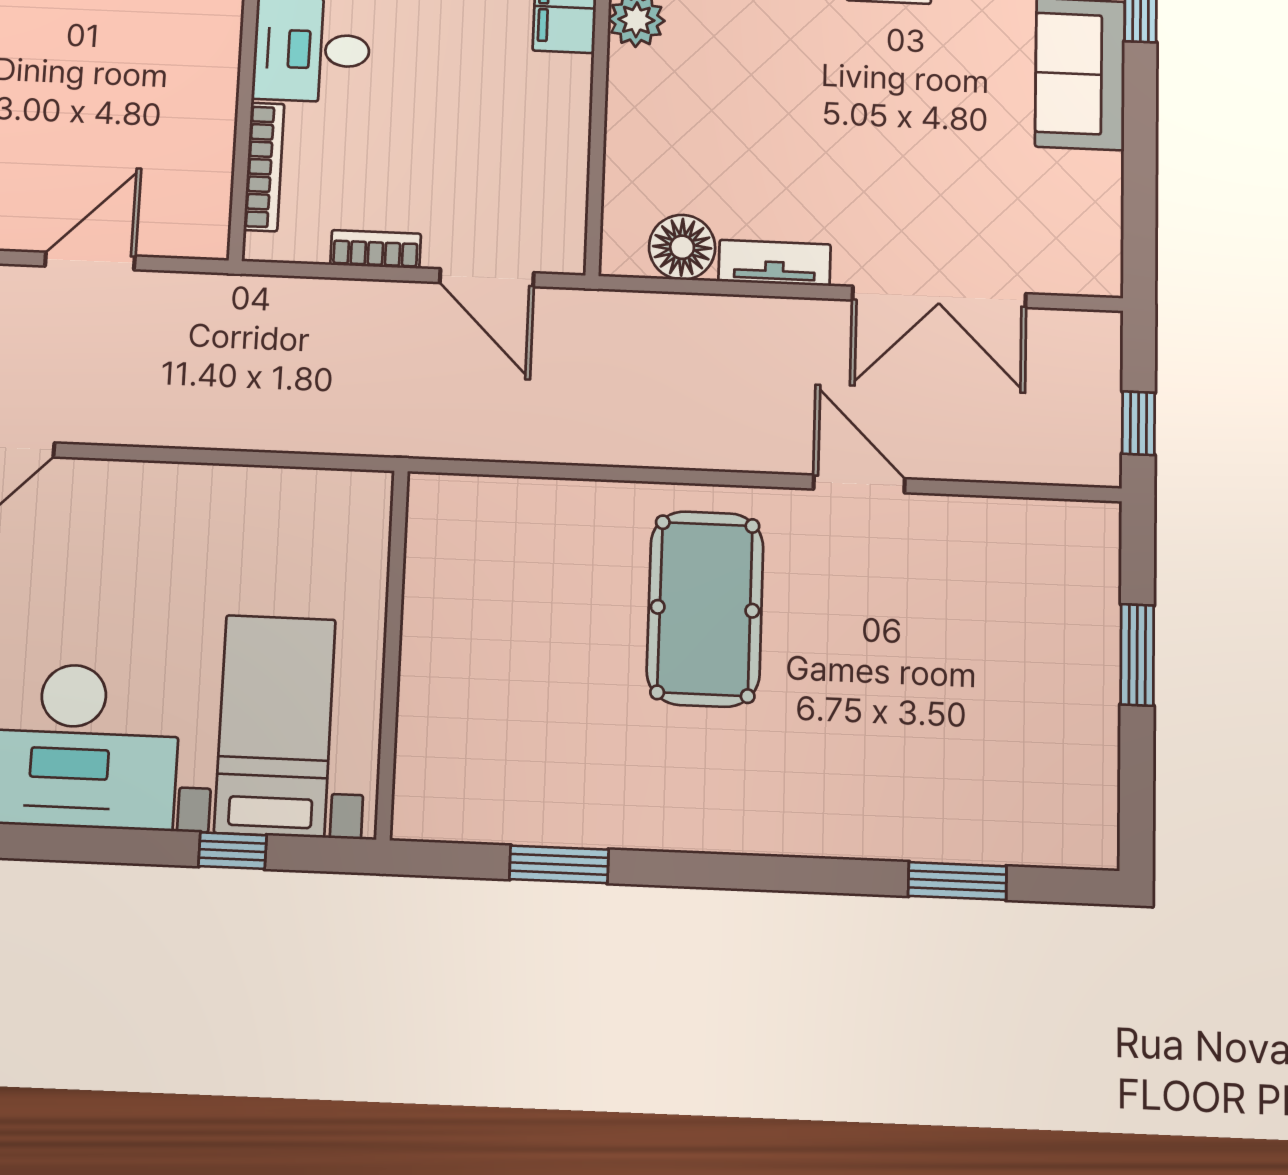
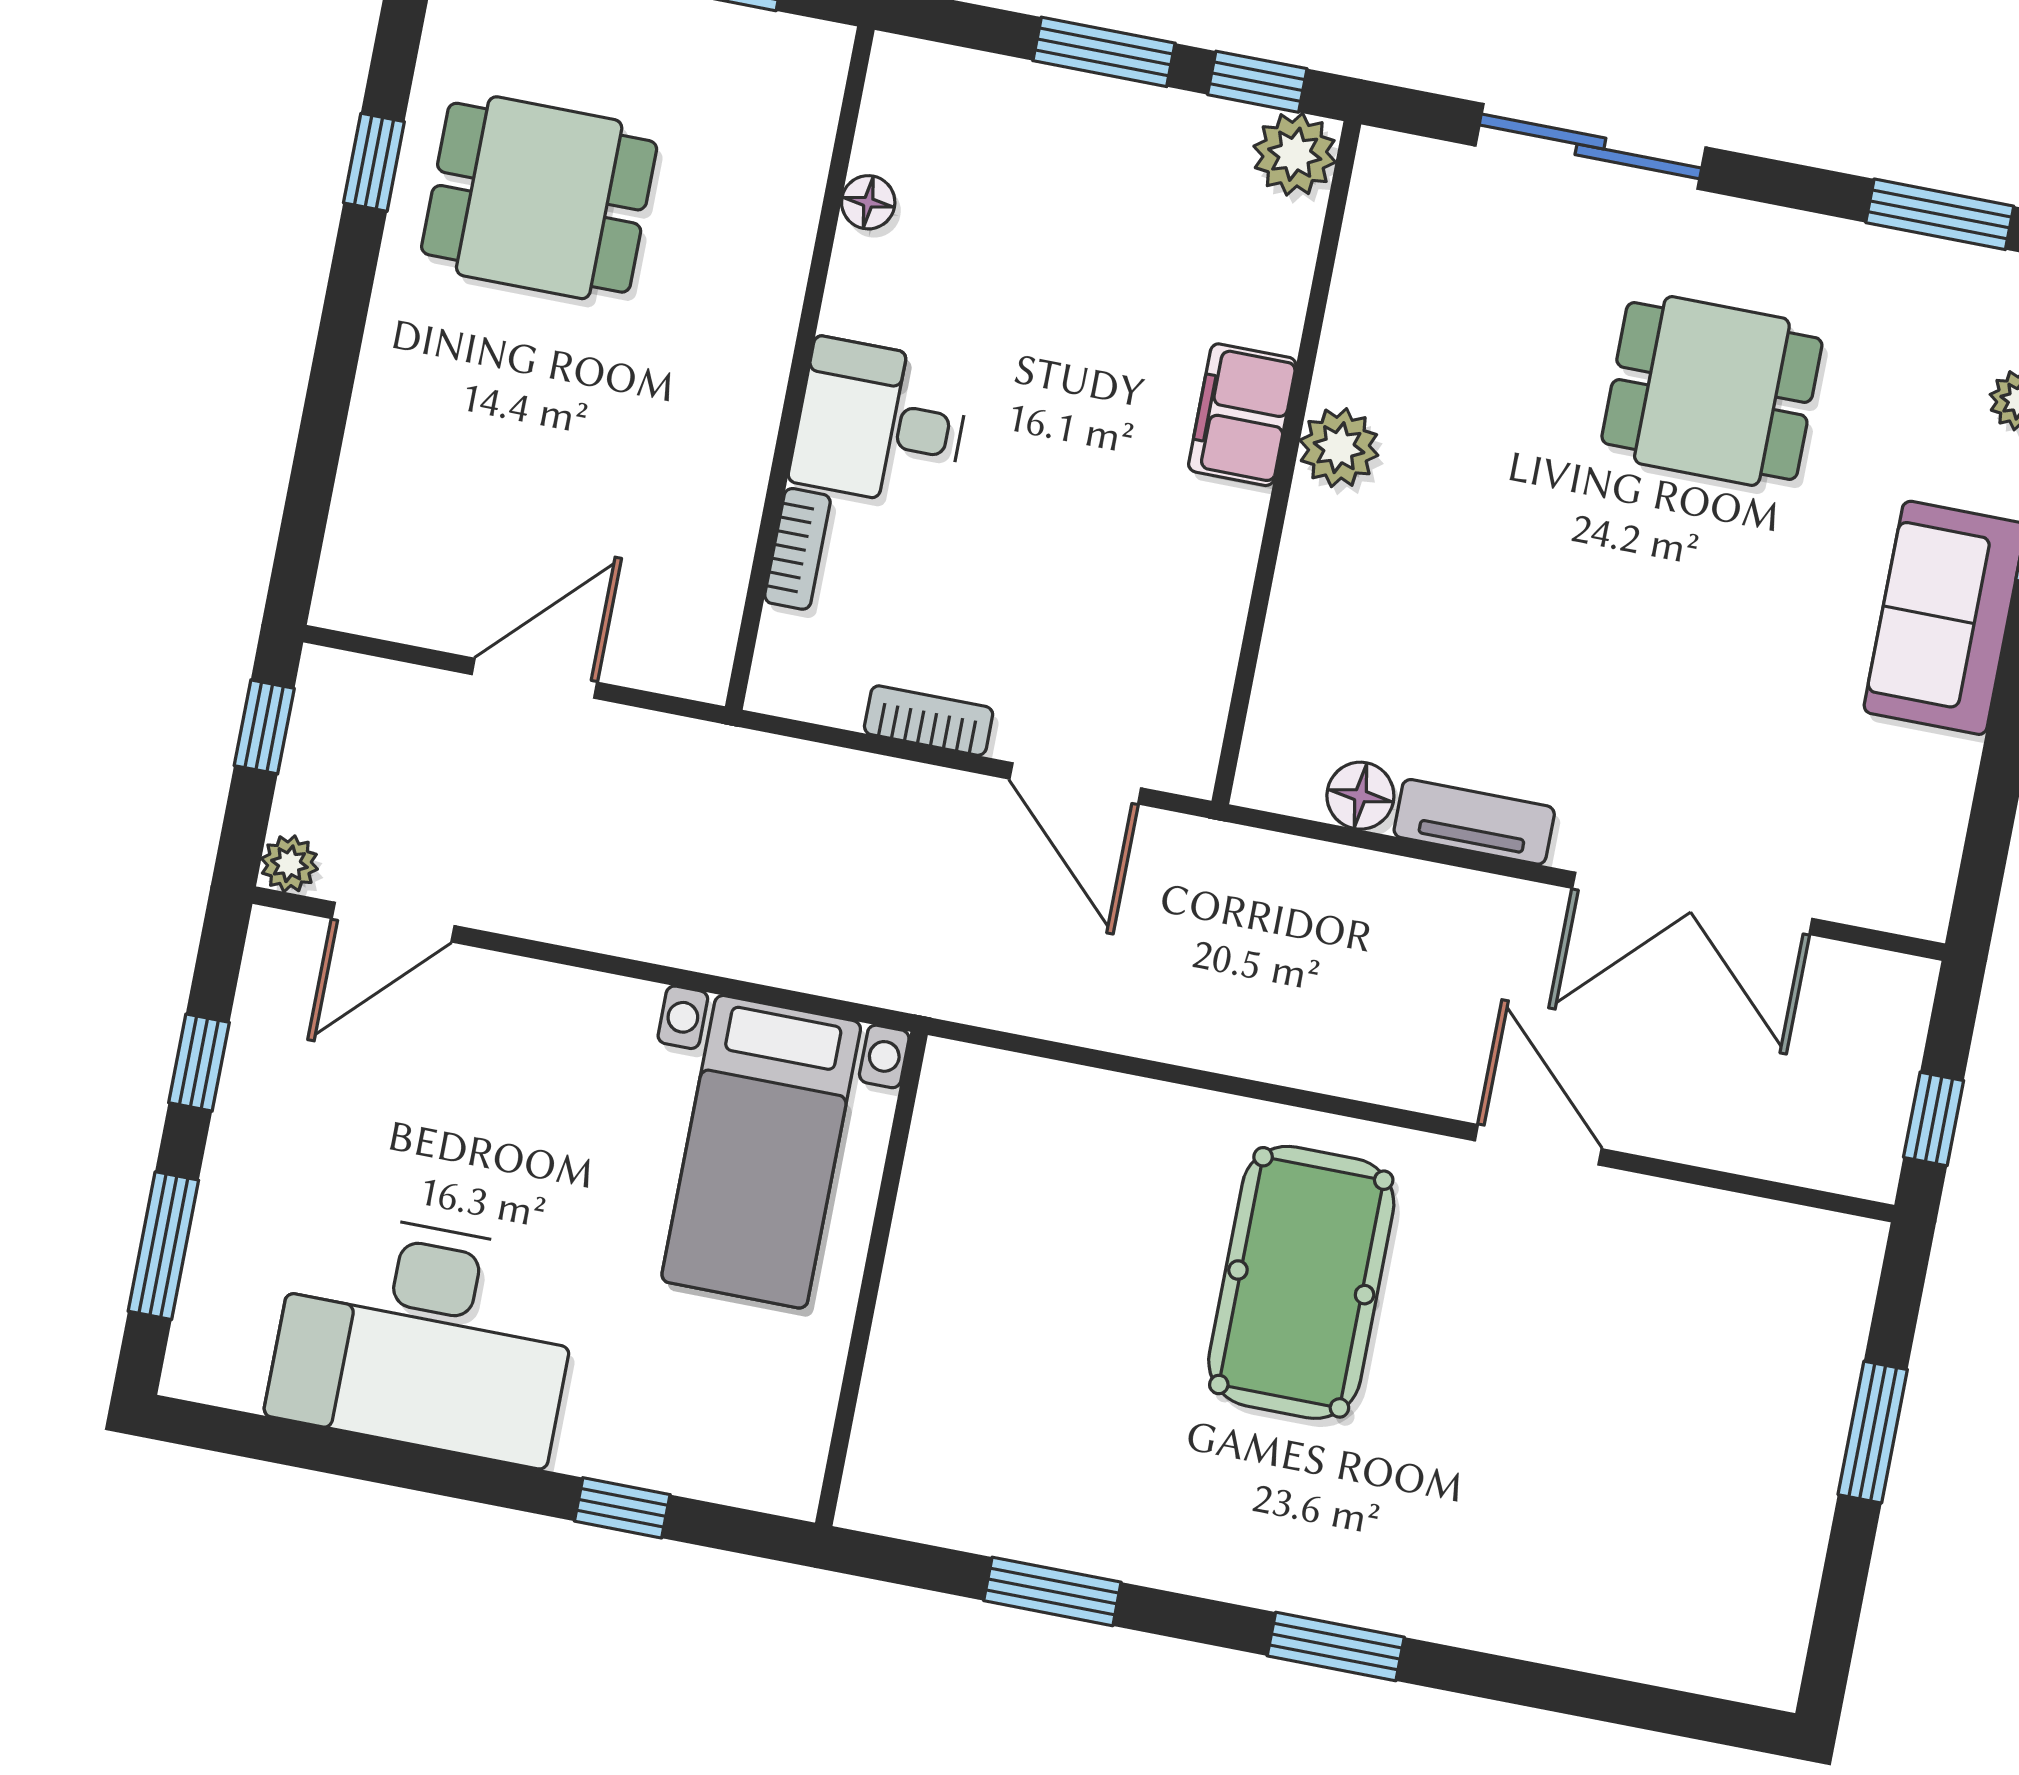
bookcase: (264, 167) -> (797, 549), width x0.64
floor lamp: (682, 247) -> (1360, 796), width x0.73, depth x0.73
bed with nightstands: (275, 726) -> (761, 1152), moved, turned 180
window: (957, 881) -> (1336, 1647), moved

